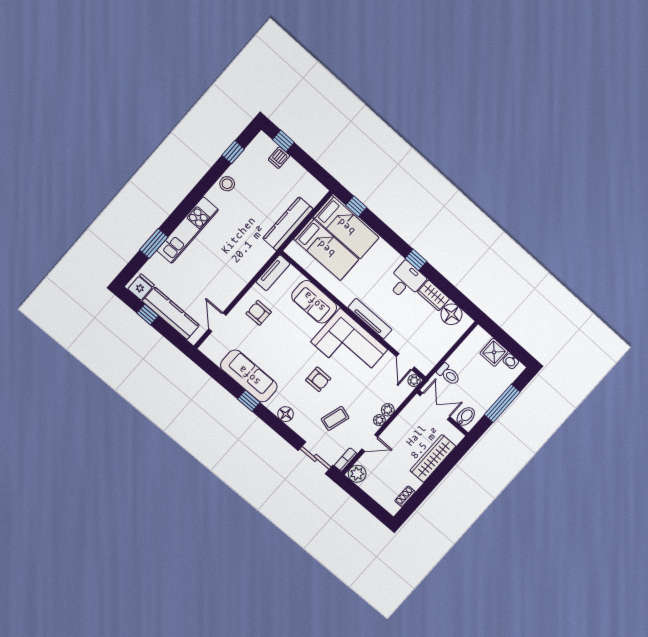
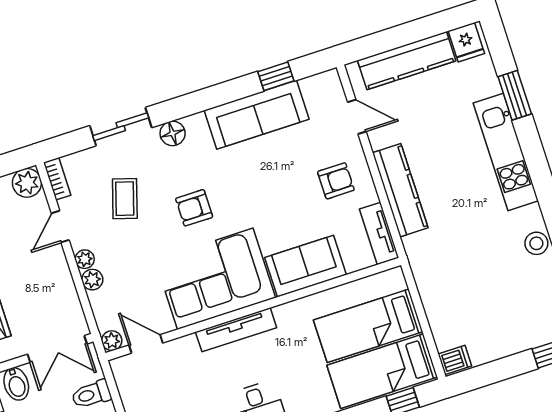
dishwasher: (279, 158) -> (455, 360), moved, turned 90
kitchen counter: (288, 224) -> (400, 190), moved
window: (148, 314) -> (424, 28), removed
window: (249, 401) -> (276, 76), moved
sliding door: (316, 458) -> (121, 127), moved

